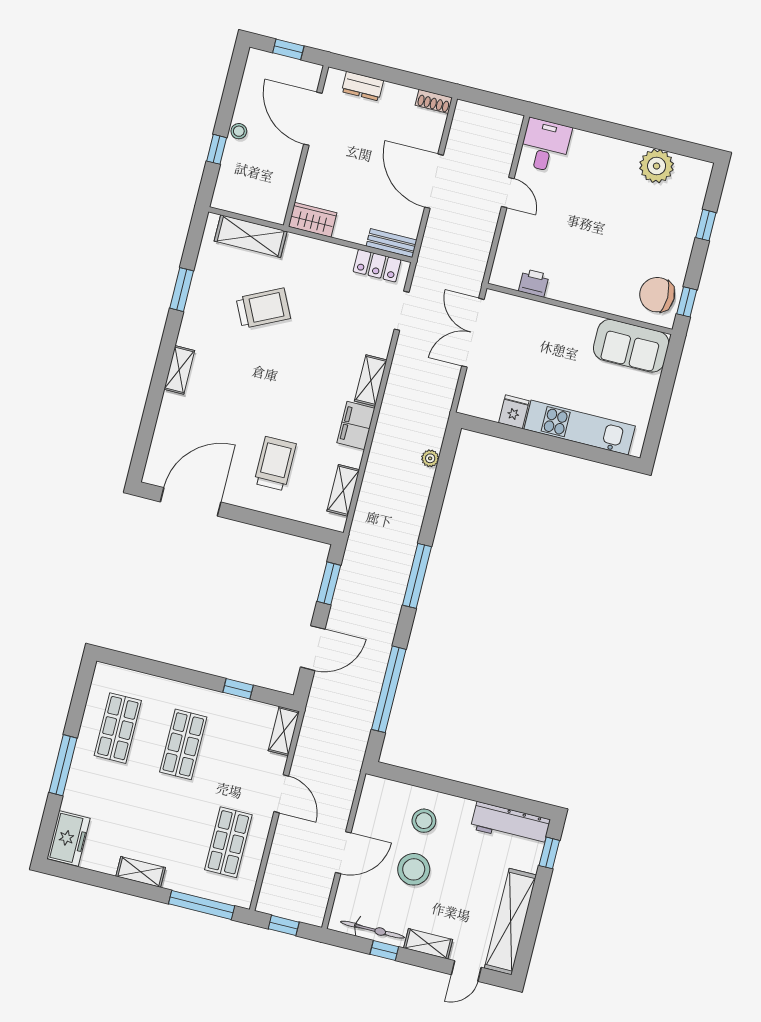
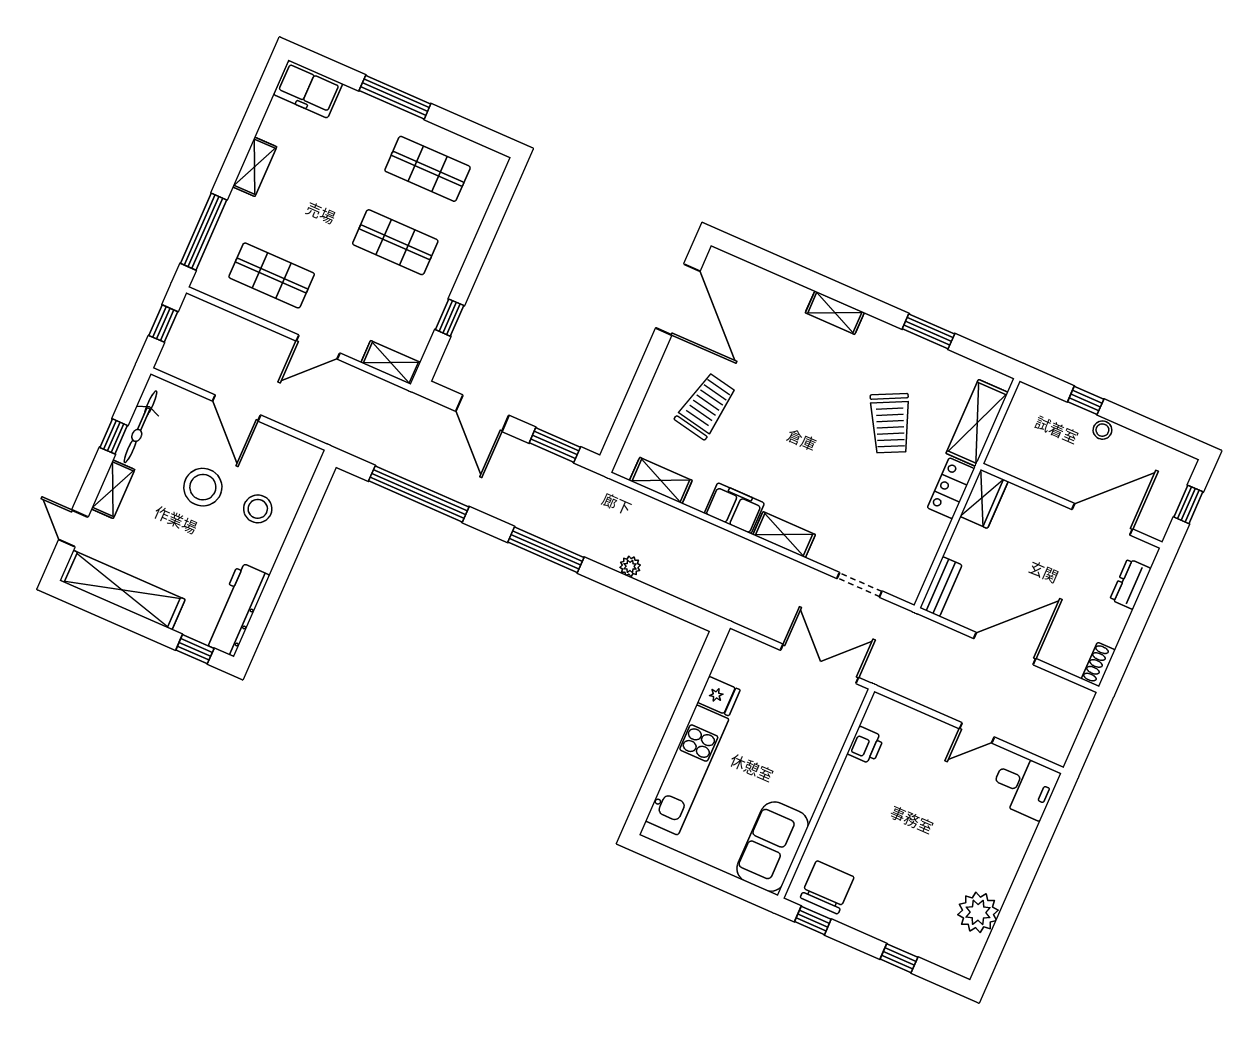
locker: (377, 266) -> (951, 488), moved
plant: (430, 458) -> (630, 566), moved
trolley: (275, 464) -> (706, 406), turned -79

